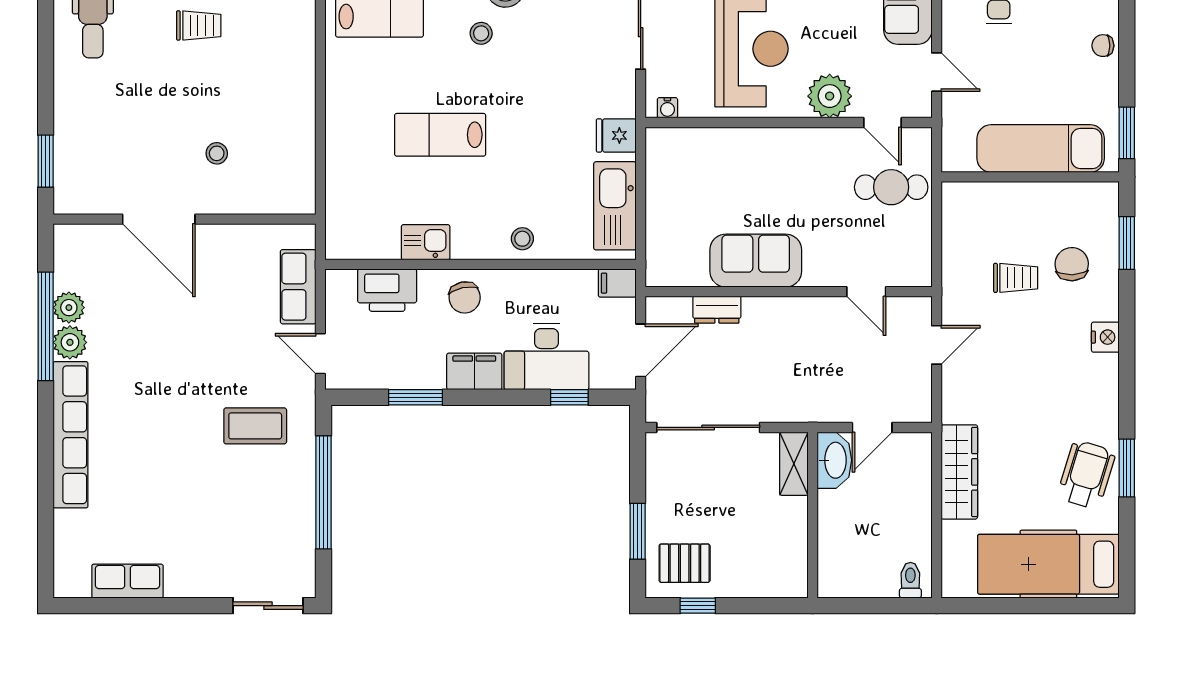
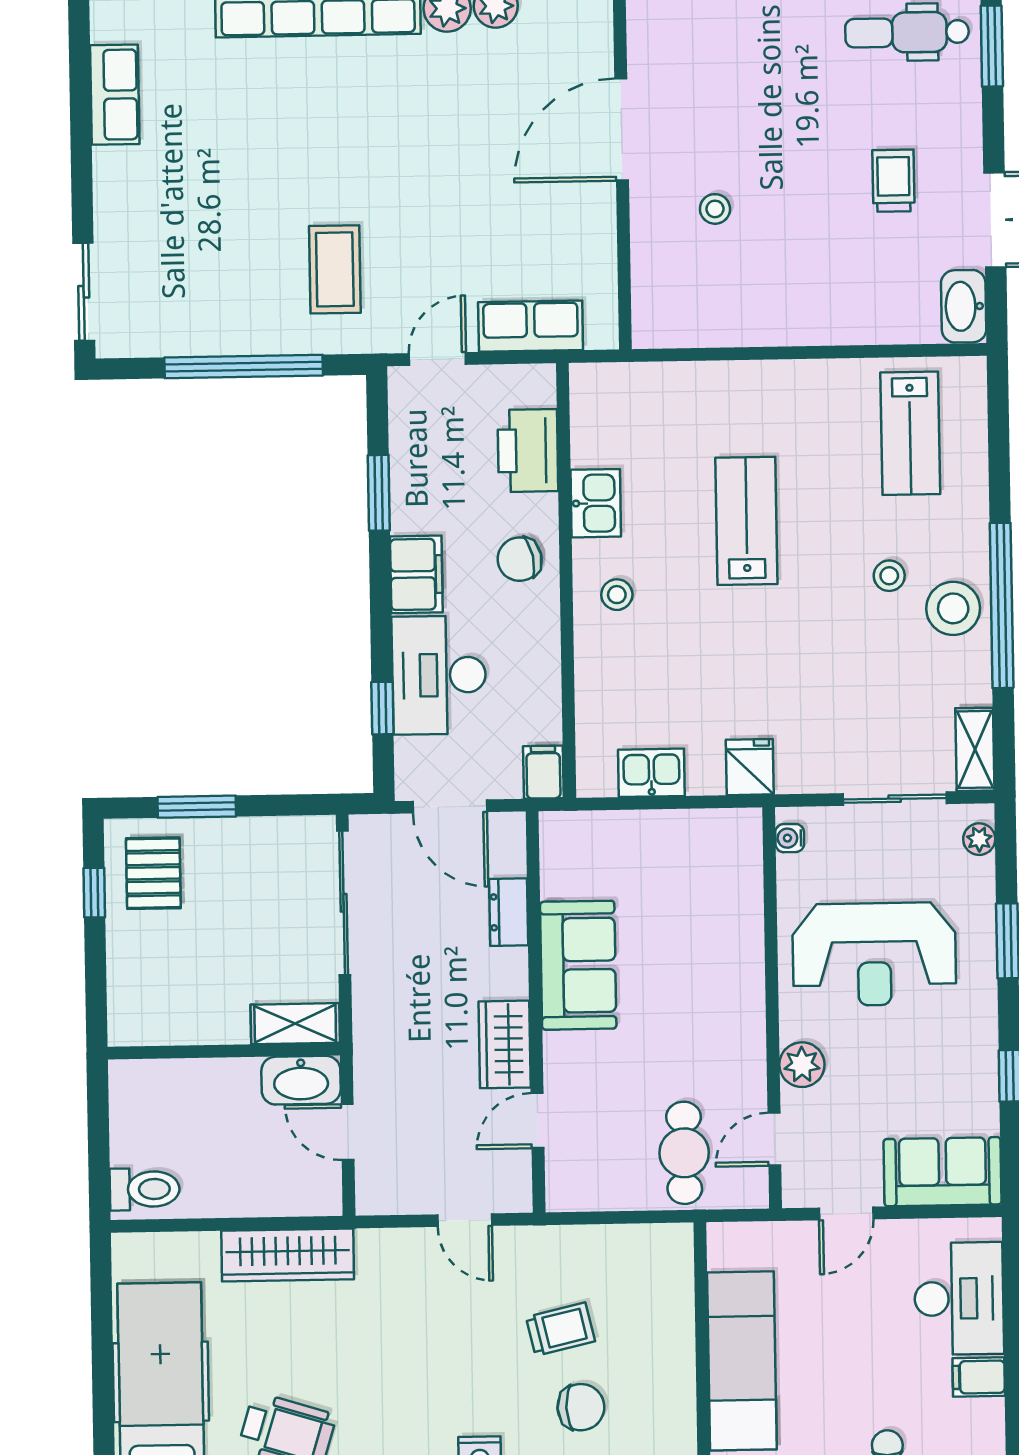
trolley: (199, 25) -> (893, 181), turned 180
plant: (830, 96) -> (802, 1065), width x0.73, depth x0.73
kitchen sink: (615, 206) -> (651, 773), width x0.53, depth x0.81
stool: (522, 239) -> (617, 595), moved
trolley: (1016, 278) -> (560, 1329), turned -103
wardrobe: (811, 314) -> (505, 1044), added
toilet: (910, 580) -> (145, 1189), width x1.37, depth x1.39

